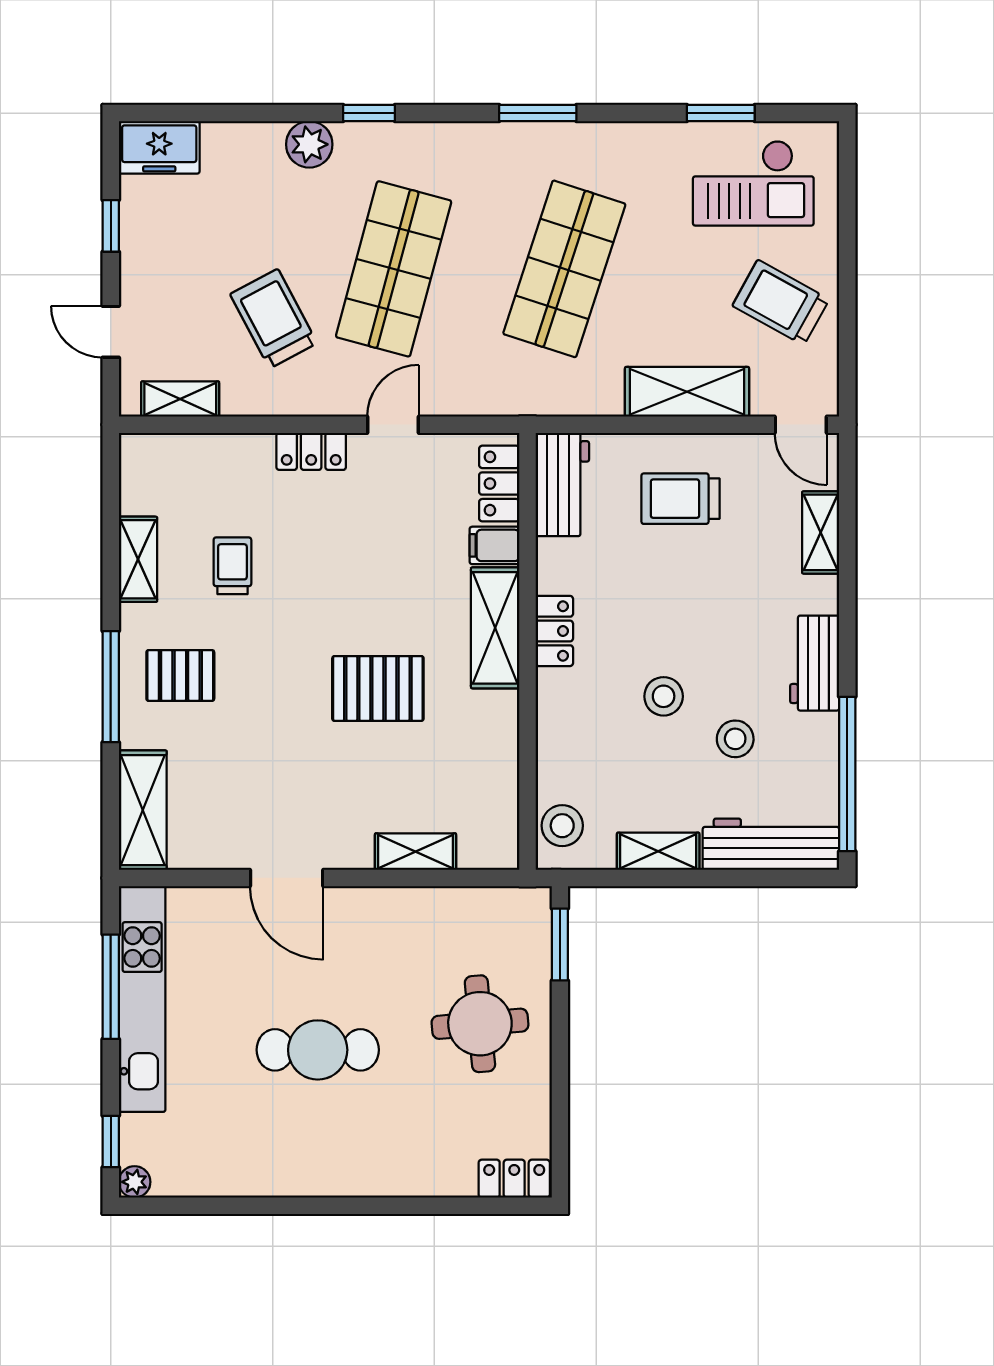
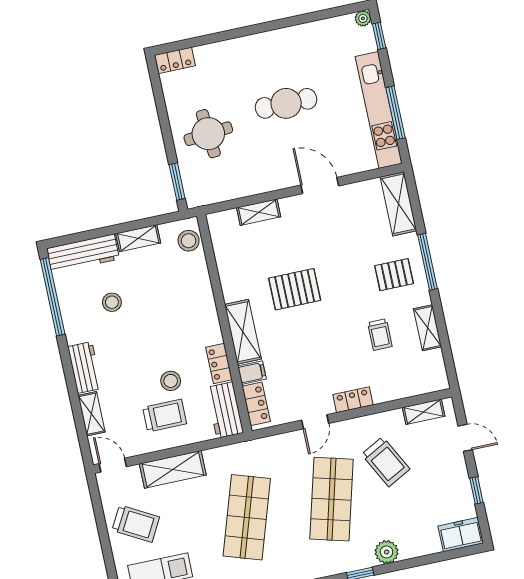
locker: (554, 631) -> (219, 364), moved
workbench: (815, 663) -> (85, 368), moved
stool: (664, 696) -> (171, 381), moved

